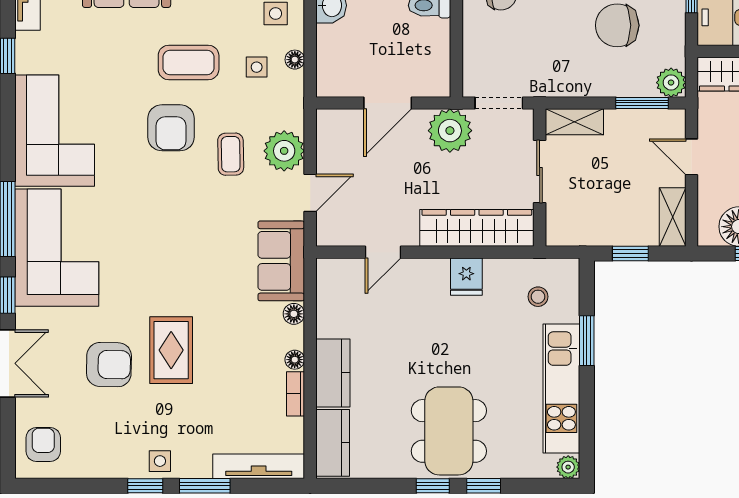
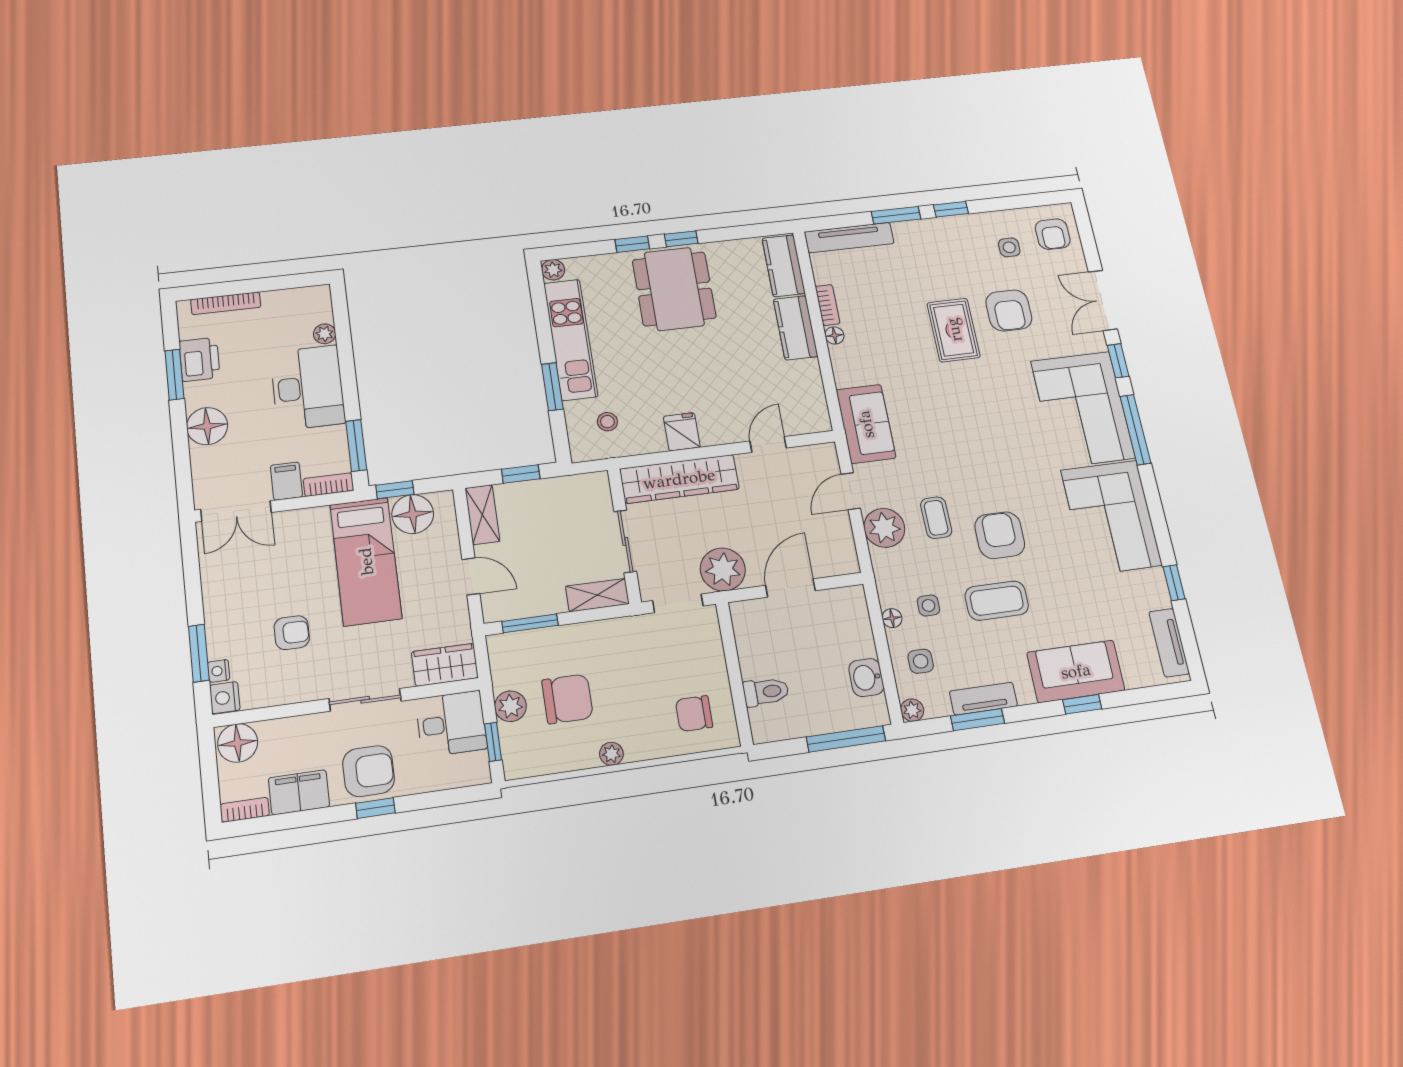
plant: (671, 83) -> (510, 706), moved
floor lamp: (294, 314) -> (844, 377), removed
armchair: (109, 365) -> (1009, 310), turned -91
side table: (160, 461) -> (1009, 247), moved

